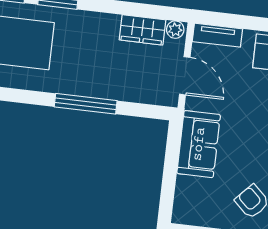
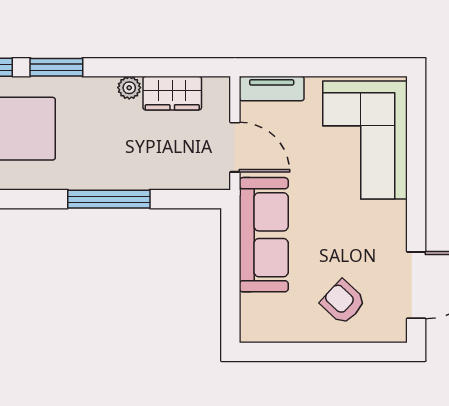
plant: (175, 30) -> (129, 88), moved
sofa: (199, 144) -> (264, 235), width x1.36

